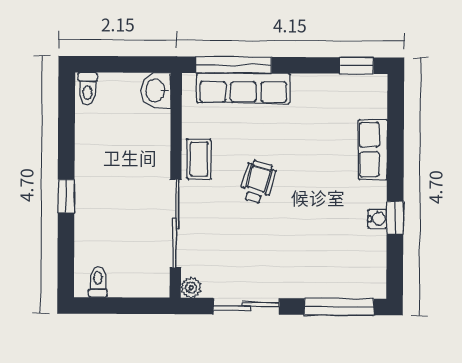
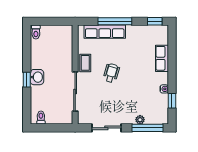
window: (234, 65) -> (115, 21), moved
washbasin: (156, 91) -> (37, 77), moved, turned 180
window: (395, 218) -> (172, 101), moved
plant: (191, 288) -> (140, 120), moved

